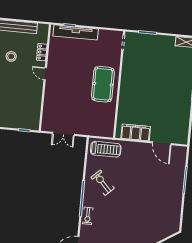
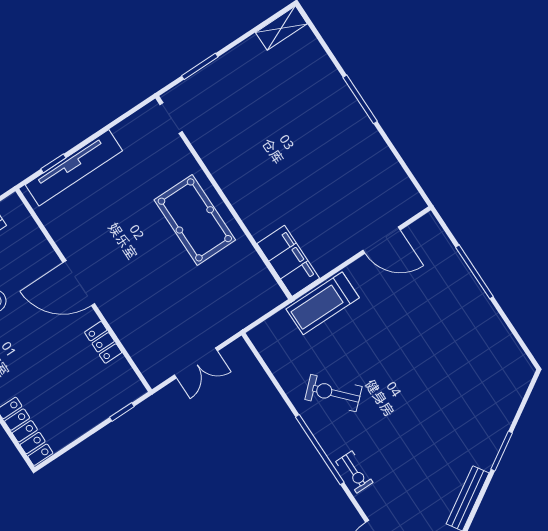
locker: (42, 52) -> (103, 342), moved
door: (45, 74) -> (79, 283), width x1.88
filing cabinet: (136, 132) -> (288, 261), moved, turned 90
treadmill: (106, 149) -> (323, 303), moved, turned 180

